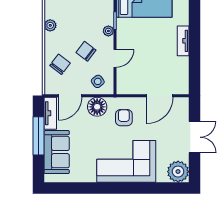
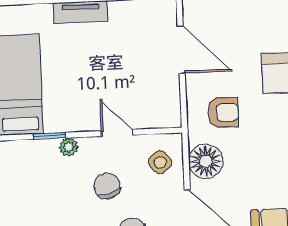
chair: (86, 51) -> (107, 186), turned 129
armchair: (124, 118) -> (223, 112), turned 180

